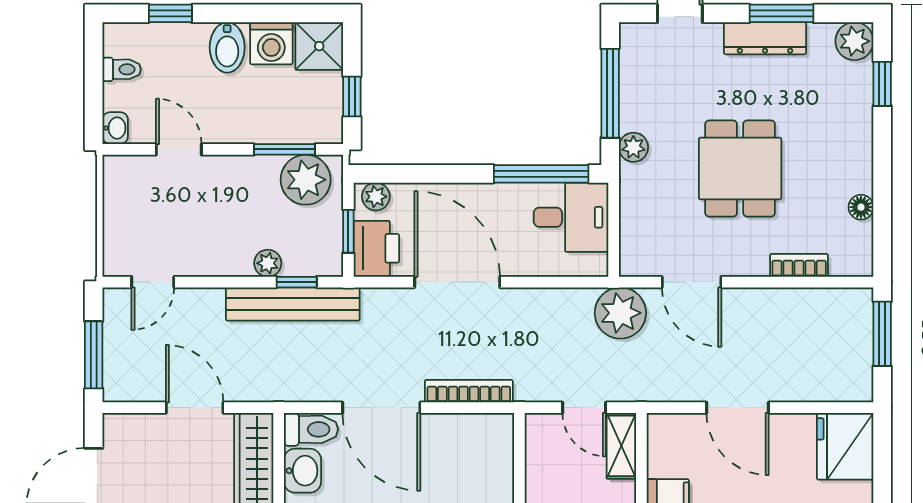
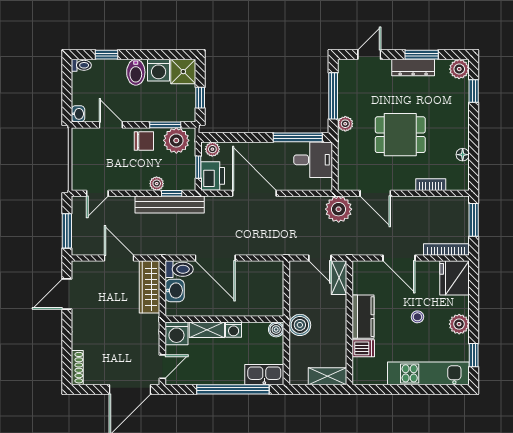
toilet: (122, 69) -> (81, 65), moved
dining table: (740, 169) -> (400, 135), turned 90
chair: (243, 181) -> (144, 141), added
bookcase: (469, 391) -> (446, 250), moved

